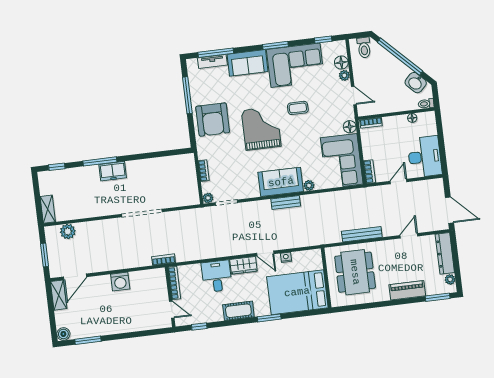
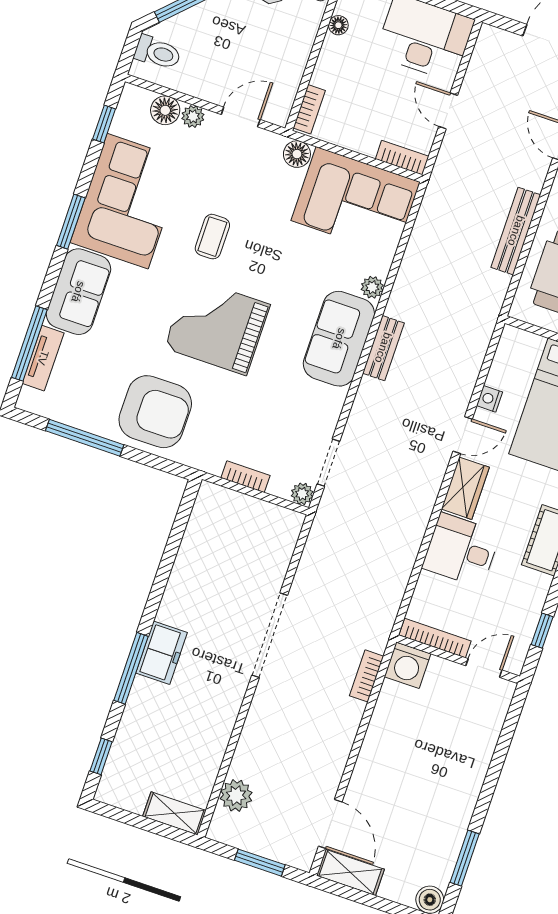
bookcase: (164, 260) -> (367, 676), moved
washing machine: (120, 282) -> (408, 665), moved, turned 90

